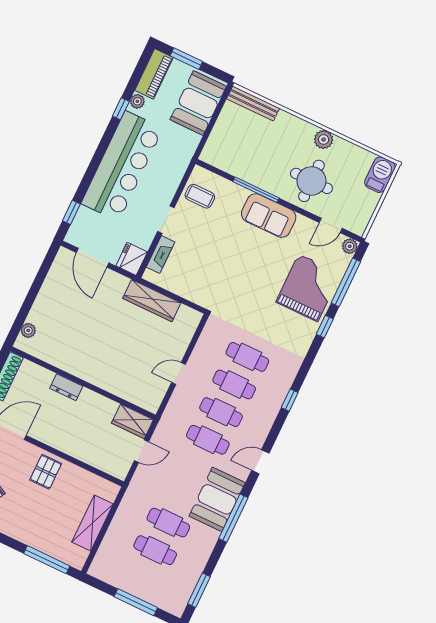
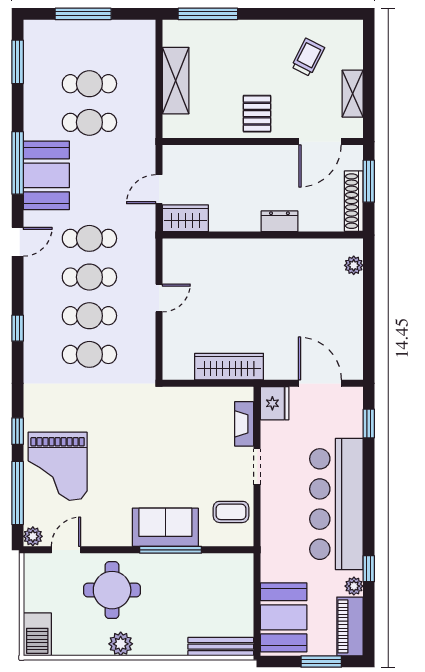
sofa: (269, 216) -> (165, 527), moved

